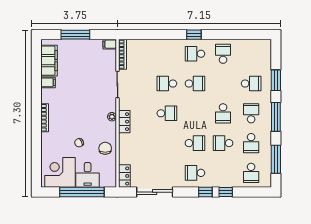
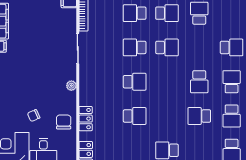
school desk: (167, 54) -> (135, 13), added
school desk: (195, 54) -> (167, 13), turned 180
locker: (124, 122) -> (86, 119), moved
school desk: (195, 143) -> (135, 116), moved

